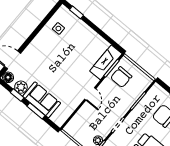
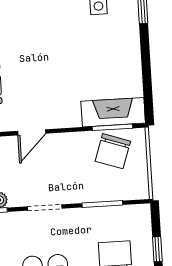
chair: (121, 77) -> (113, 151), turned -71
door: (90, 94) -> (32, 132), moved

